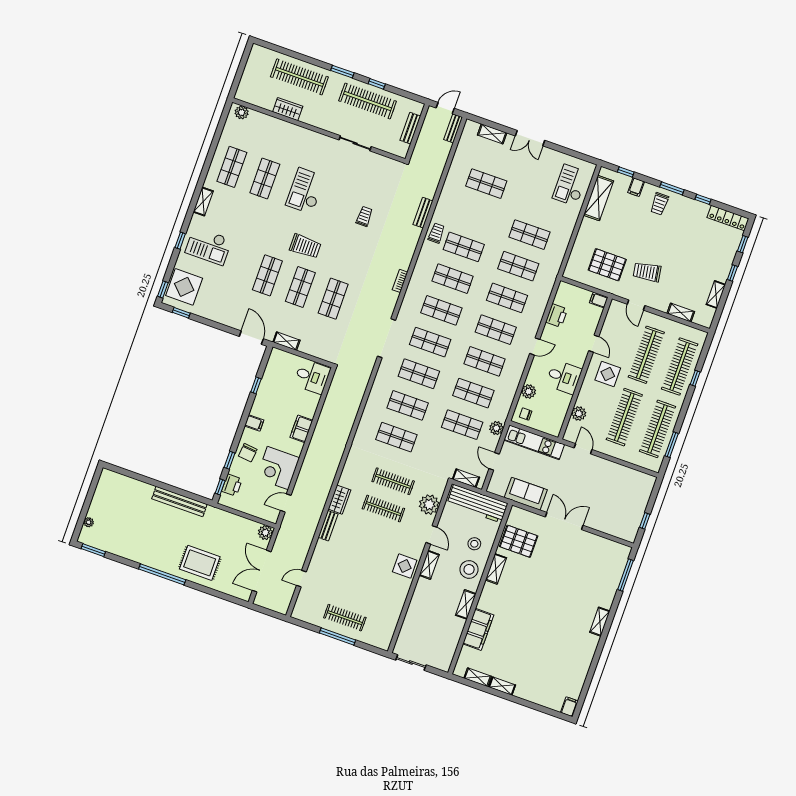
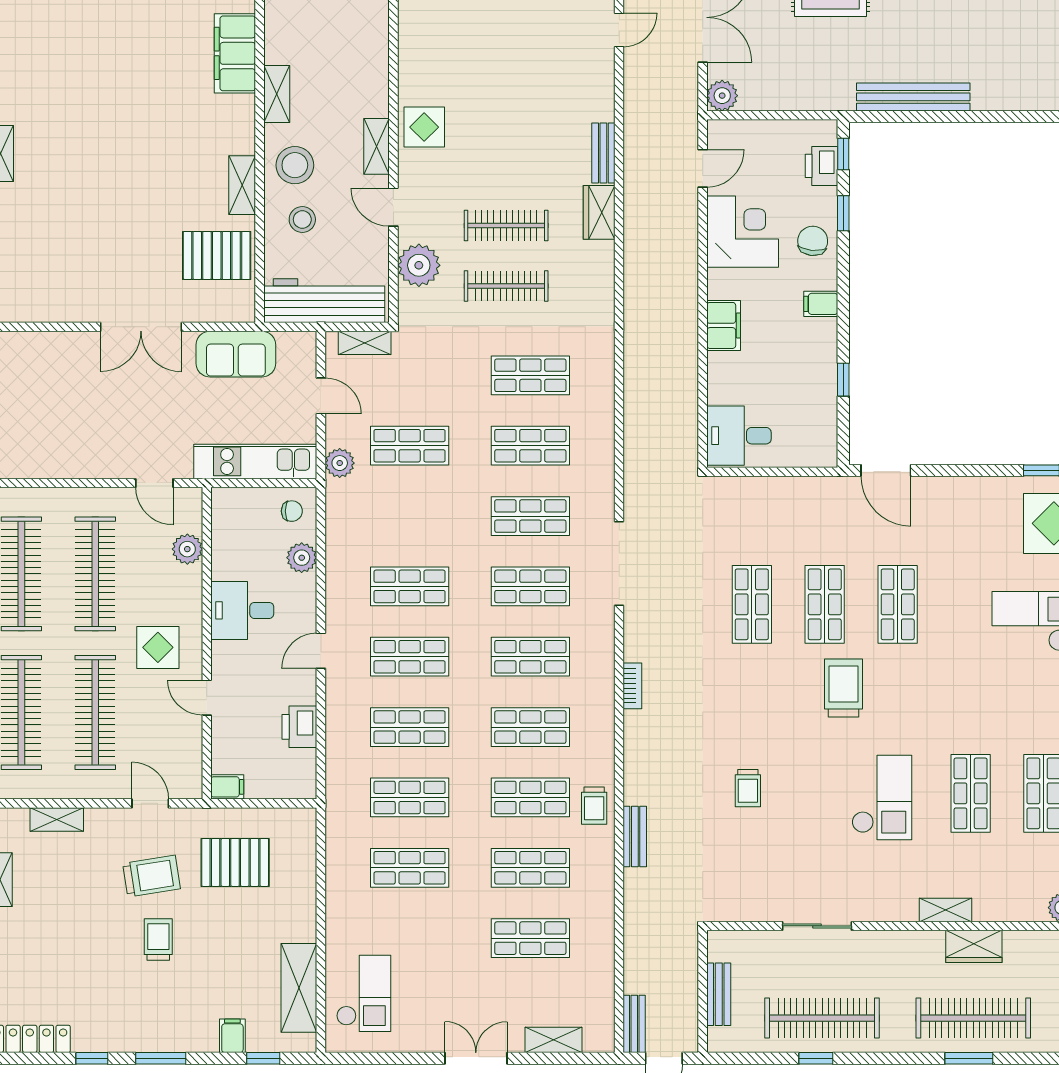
window: (342, 72) -> (969, 1058), moved
trolley: (659, 204) -> (158, 940), moved
trolley: (305, 246) -> (843, 688), turned 90
shelving: (286, 341) -> (945, 910), moved
shop shelf: (473, 393) -> (530, 868), moved

